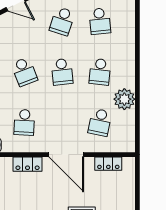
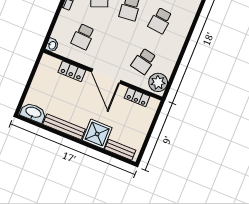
plant: (124, 99) -> (158, 82), moved

